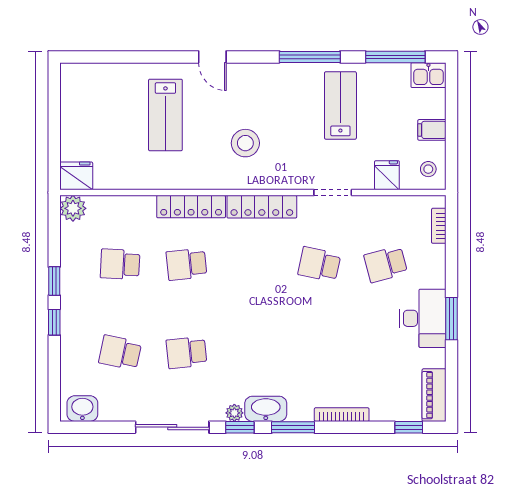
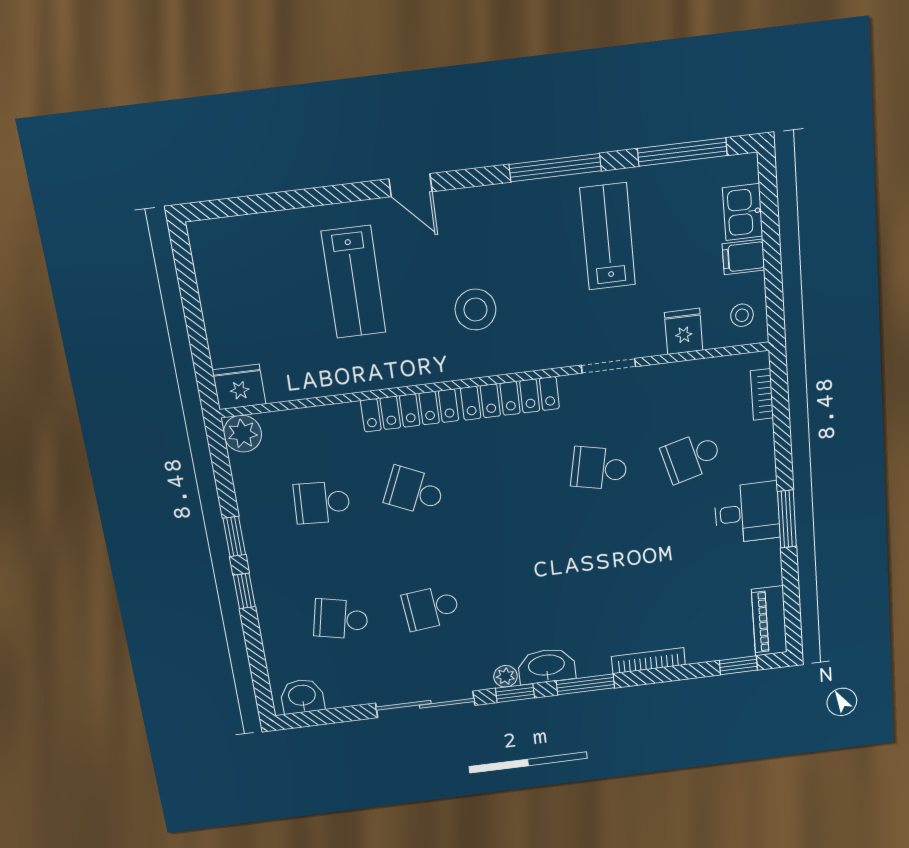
kitchen sink: (428, 75) -> (743, 212), moved, turned 90
school desk: (186, 264) -> (414, 491), turned 30
desk: (423, 318) -> (747, 513), width x0.73

